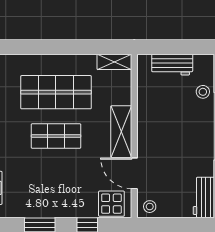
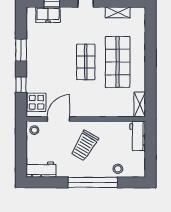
workbench: (172, 65) -> (138, 136), moved
shelving: (121, 132) -> (89, 109), removed
trolley: (171, 138) -> (85, 146), added

